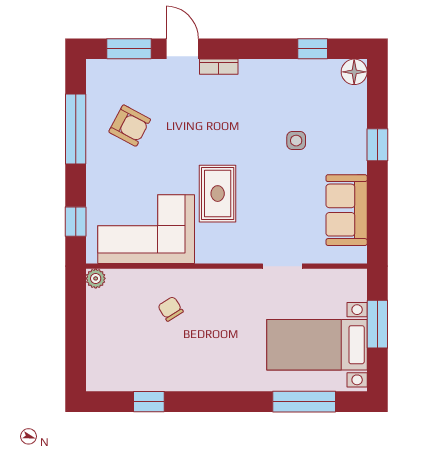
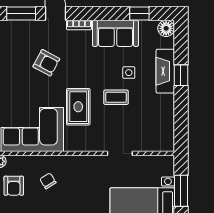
armchair: (130, 126) -> (46, 63), moved
fireplace: (353, 138) -> (165, 71), added
coffee table: (276, 179) -> (116, 97), added
sofa: (347, 210) -> (115, 33), moved, turned -90
armchair: (117, 316) -> (14, 186), added

